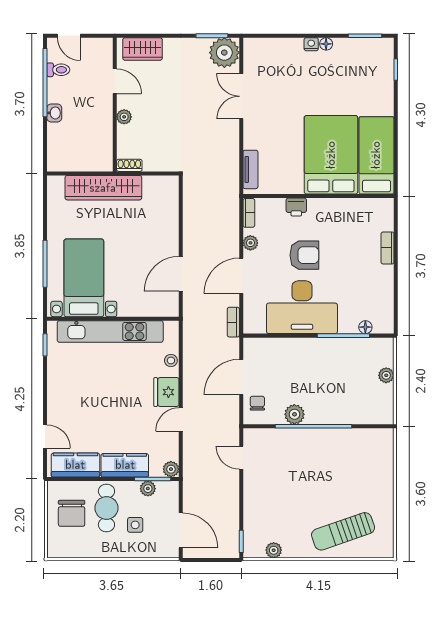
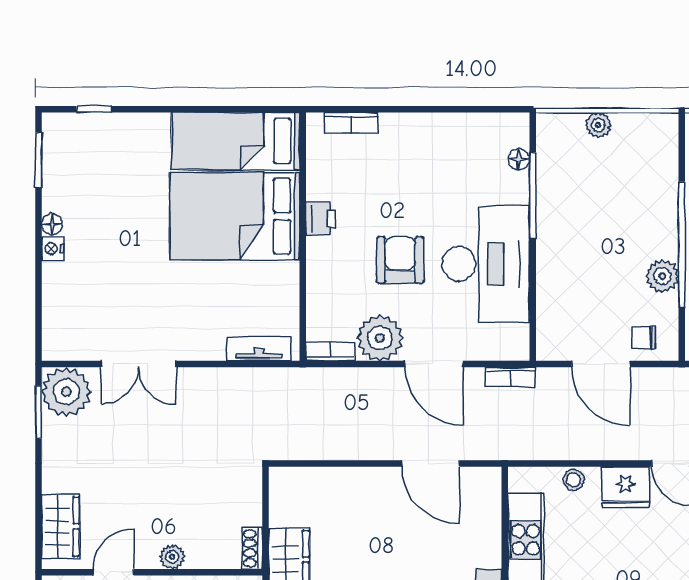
printer: (296, 207) -> (321, 219), moved
plant: (250, 243) -> (380, 338), width x1.88, depth x1.88
bookcase: (388, 248) -> (351, 123), moved

